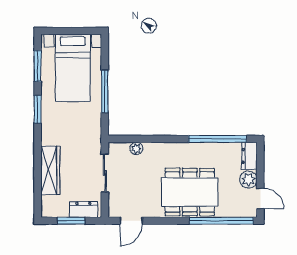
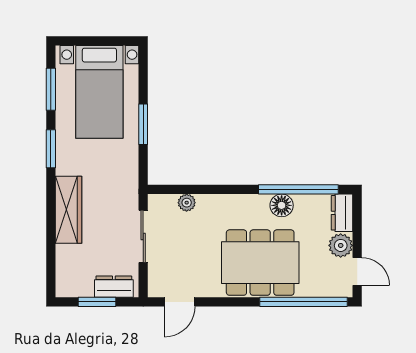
window: (105, 91) -> (143, 124), width x0.69
floor lamp: (205, 150) -> (282, 205), added
wardrobe: (50, 170) -> (68, 210), moved

